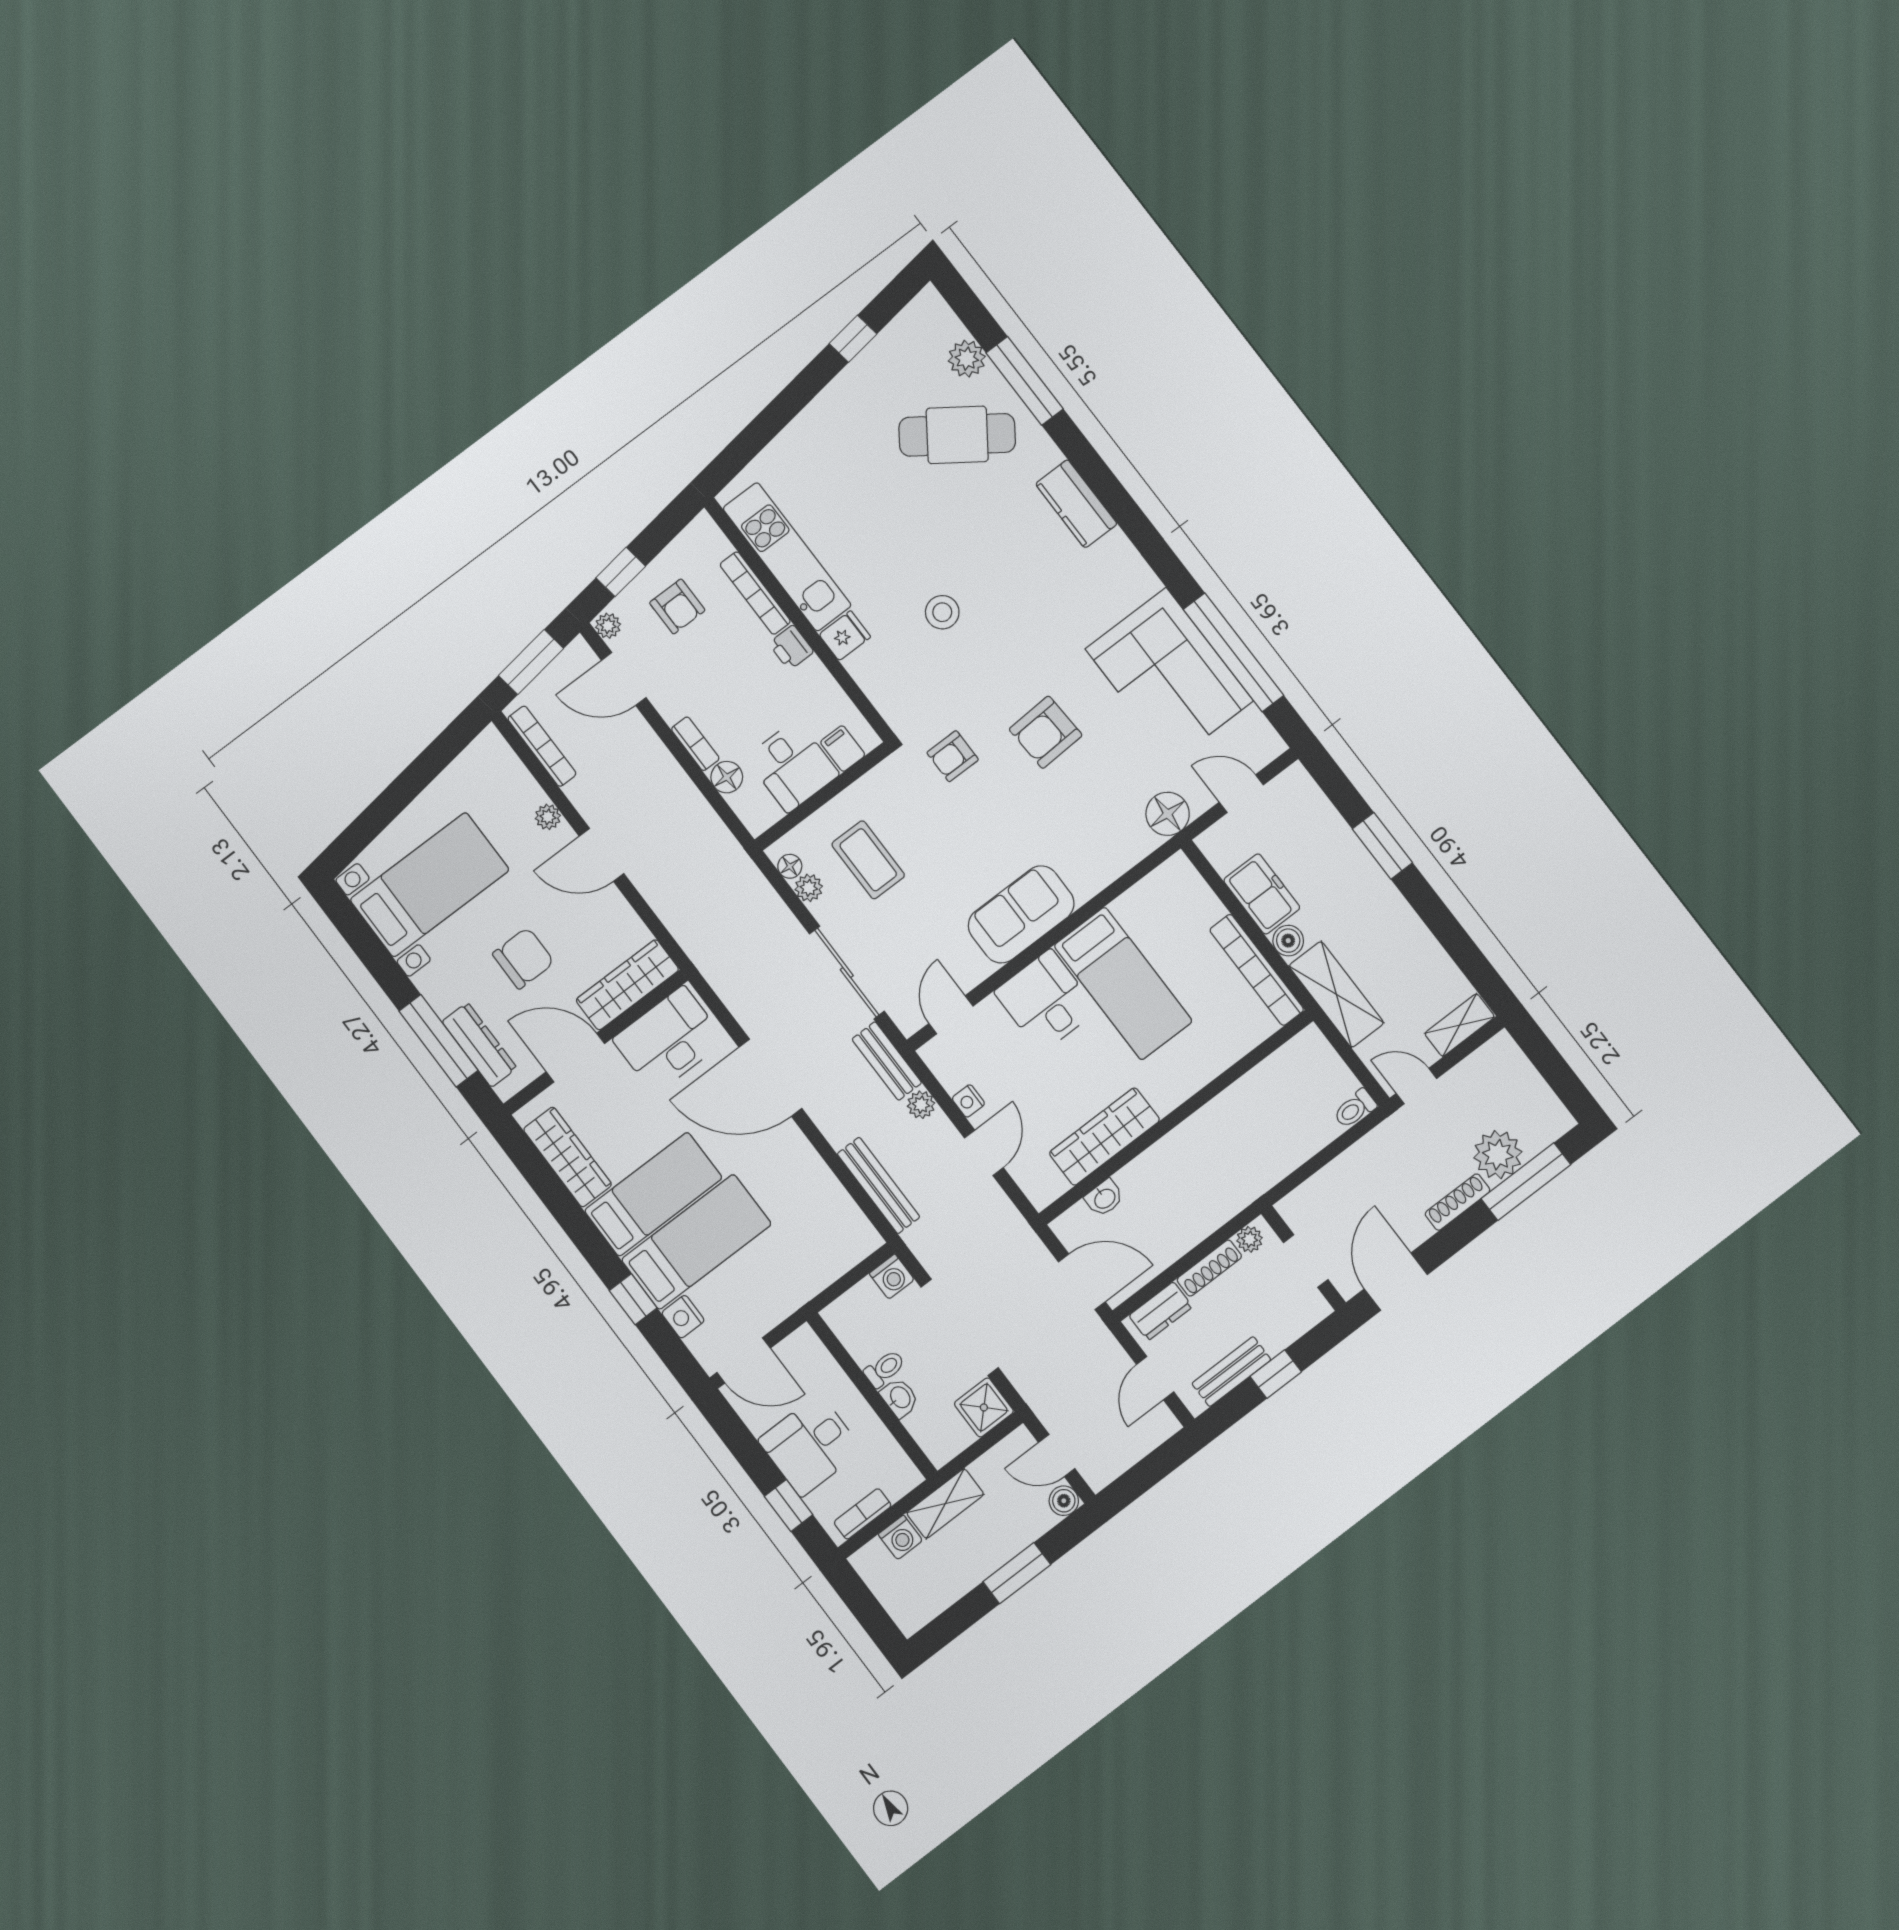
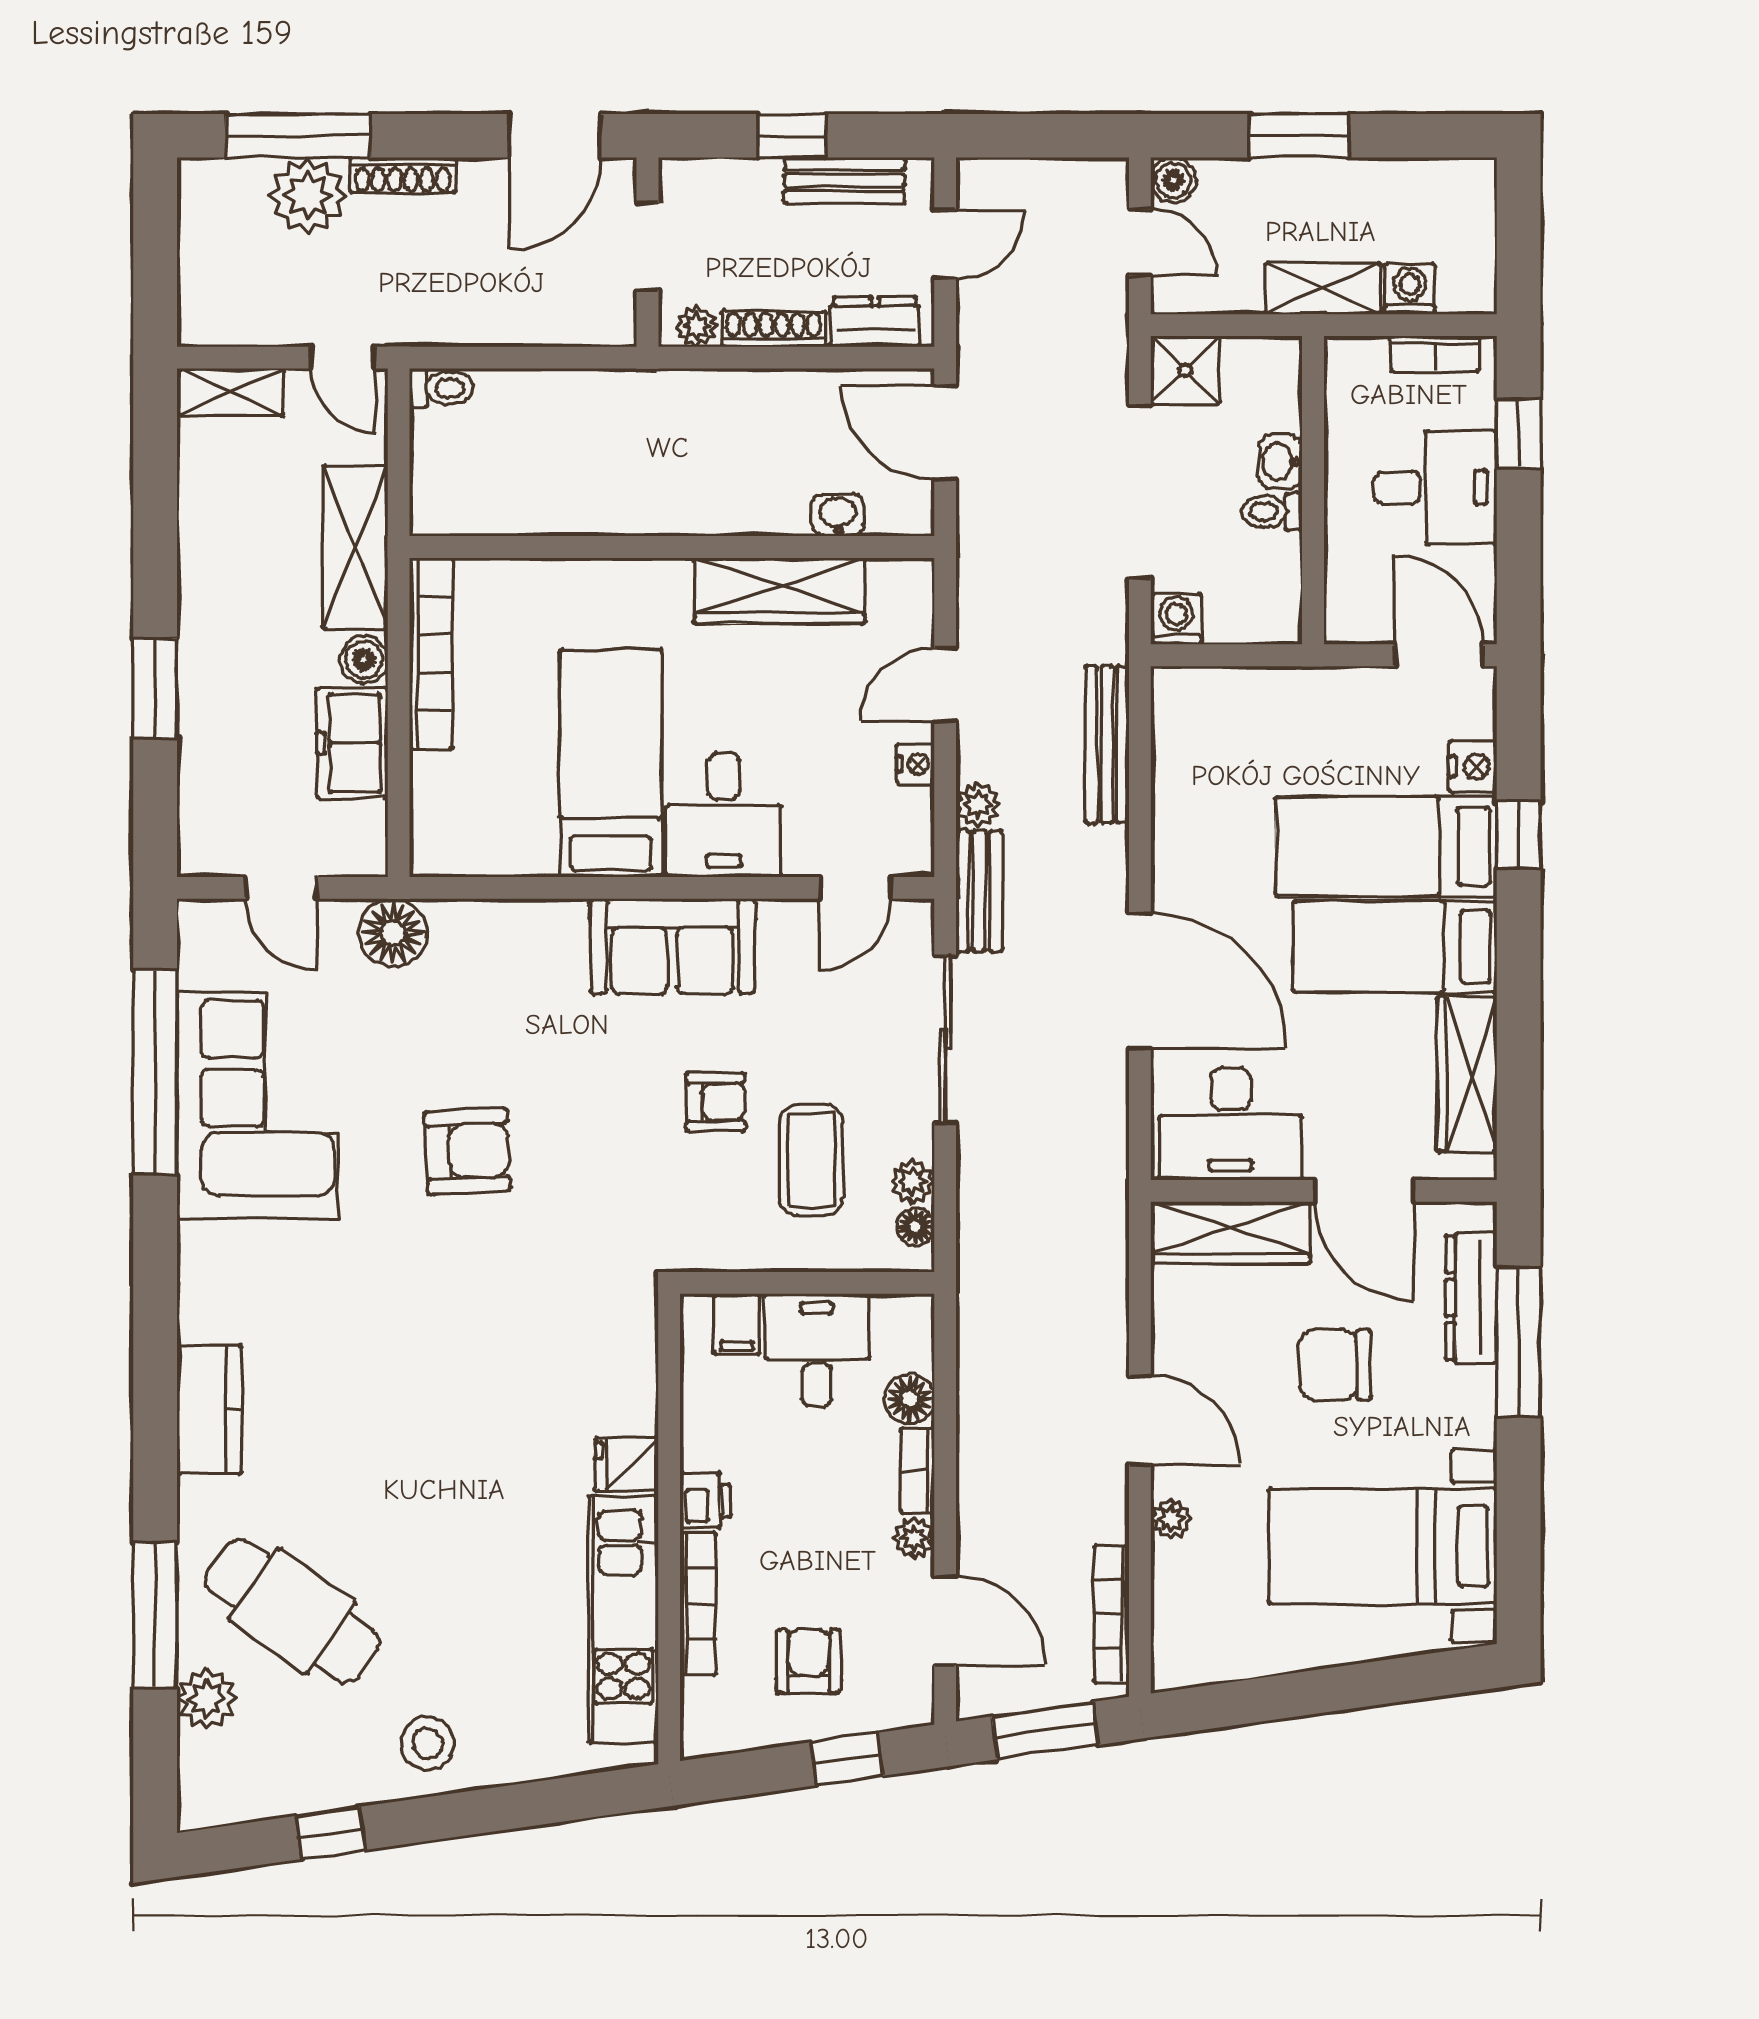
stool: (942, 612) -> (427, 1743), moved
plant: (608, 626) -> (914, 1538), moved
armchair: (953, 756) -> (715, 1102), moved

